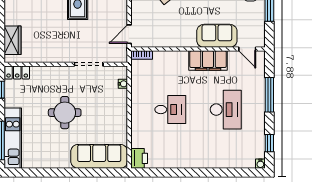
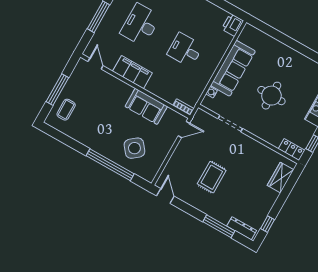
sofa: (217, 36) -> (146, 106), moved
sofa: (99, 156) -> (233, 68), moved, turned -90

